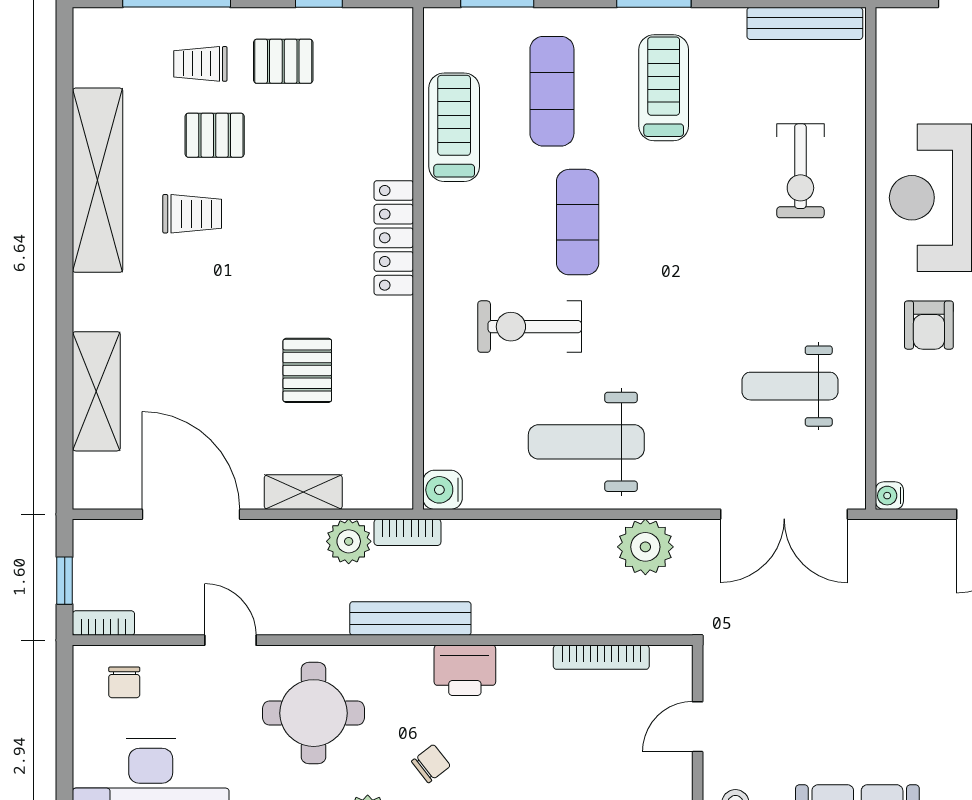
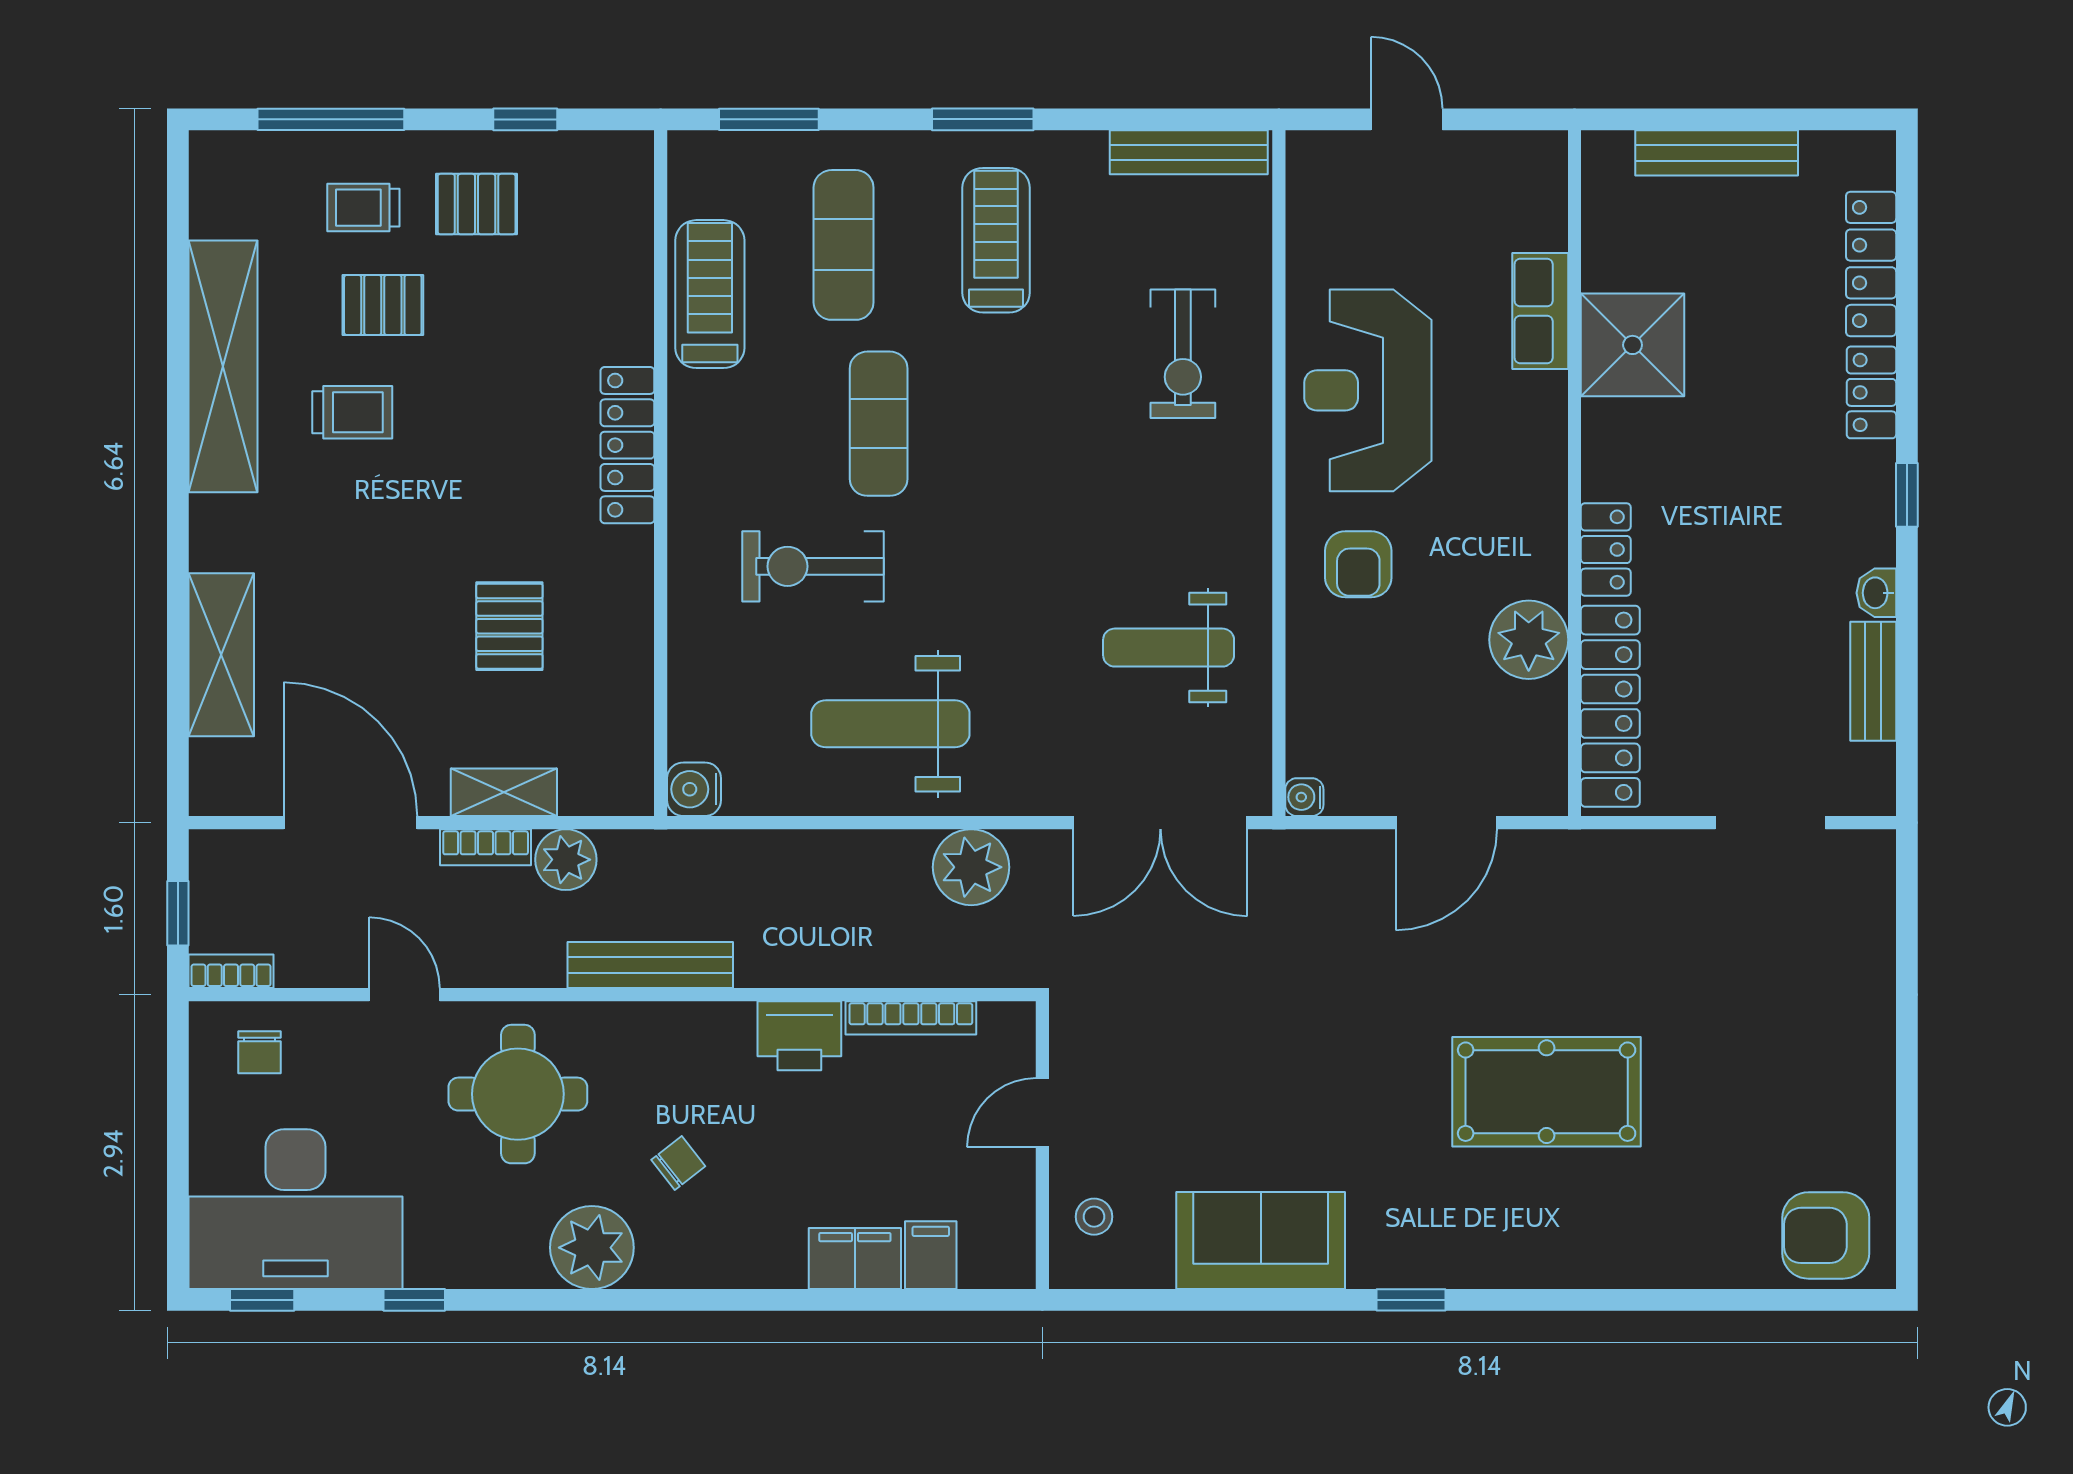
bookcase: (407, 532) -> (486, 847), moved
printer: (465, 670) -> (799, 1036), moved

